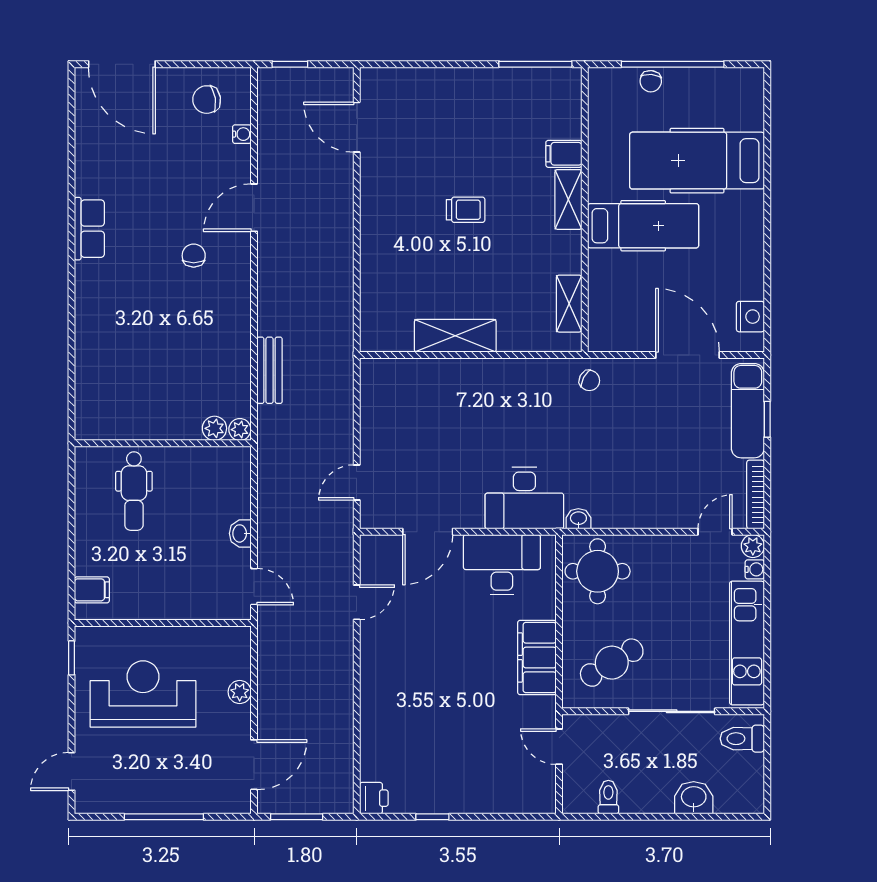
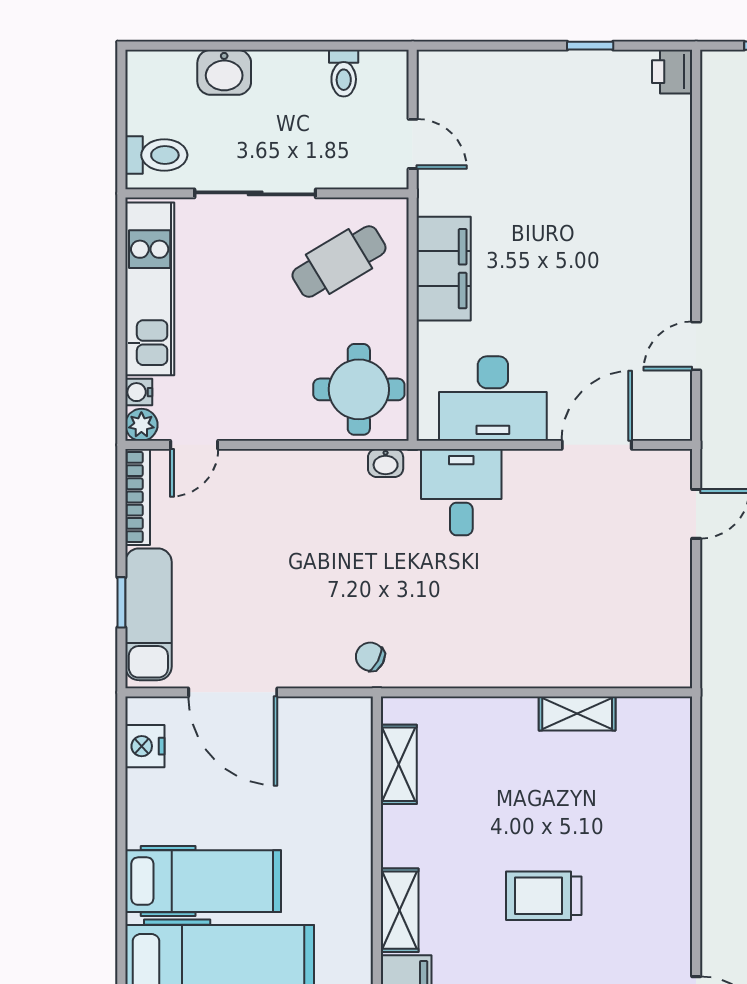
trolley: (466, 210) -> (544, 896), width x1.36, depth x1.39
hospital bed: (643, 226) -> (203, 881), moved, turned 180
shelving: (455, 336) -> (577, 714), width x0.67, depth x0.75
desk: (524, 498) -> (461, 492), width x0.73

